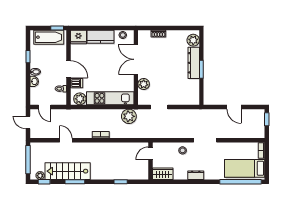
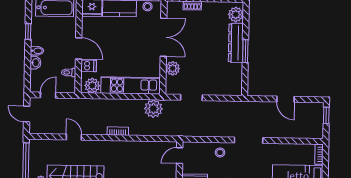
double door: (136, 59) -> (164, 37), swing flipped
door: (45, 107) -> (48, 95), swing flipped

